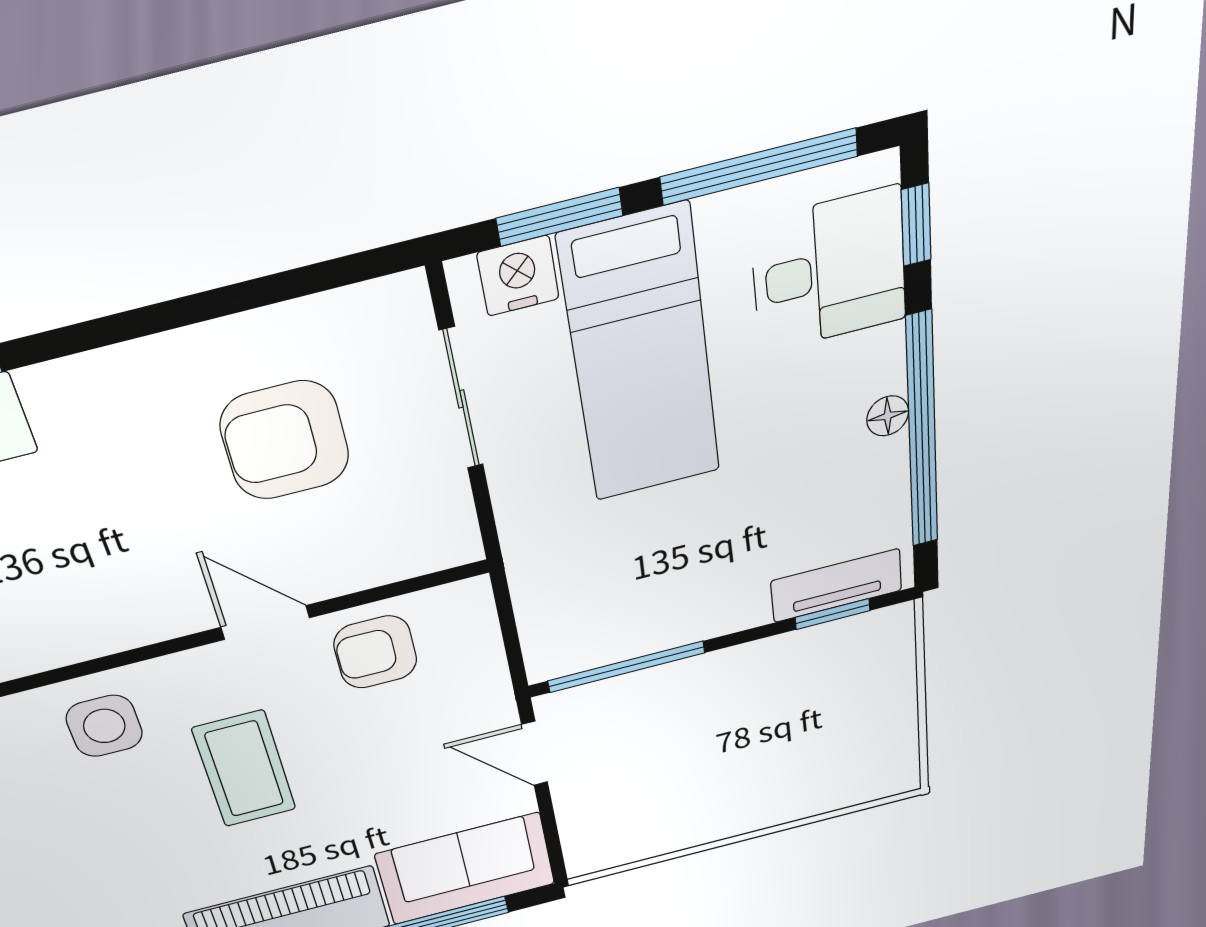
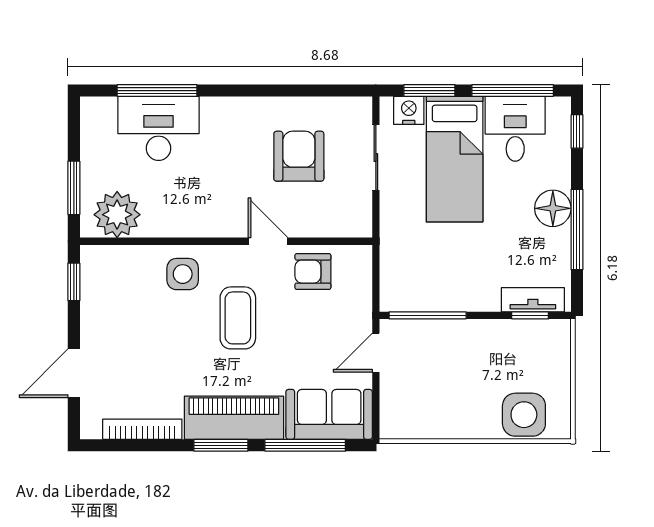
desk: (829, 271) -> (515, 129), moved, turned -90
floor lamp: (888, 416) -> (553, 208), width x1.89, depth x1.89
window: (922, 432) -> (577, 230), width x0.68
armchair: (285, 441) -> (299, 156), turned 90
door: (535, 753) -> (376, 353), hinge flipped
side table: (832, 775) -> (524, 415), added

